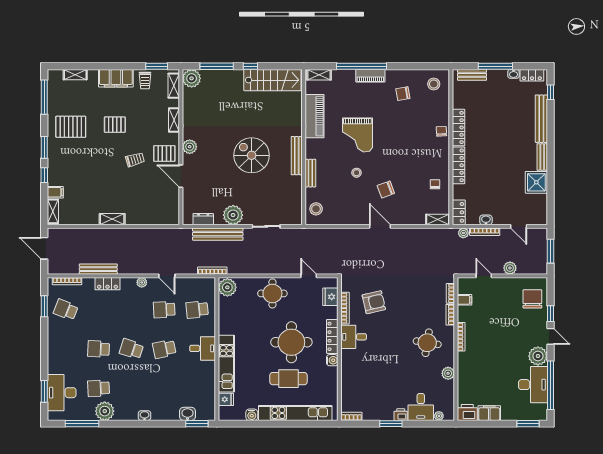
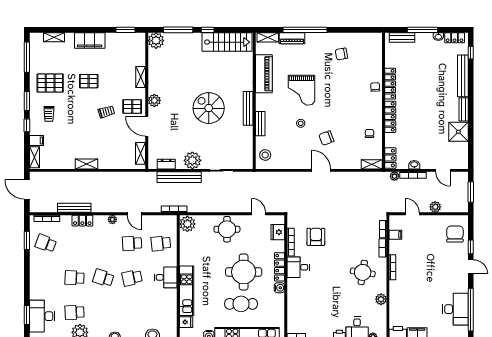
piano: (370, 76) -> (292, 38), moved
trolley: (145, 80) -> (49, 114), moved
stool: (434, 84) -> (368, 46), removed
shelving: (174, 86) -> (140, 153), moved
armchair: (374, 302) -> (316, 237), turned -77
plant: (538, 356) -> (460, 284), removed

